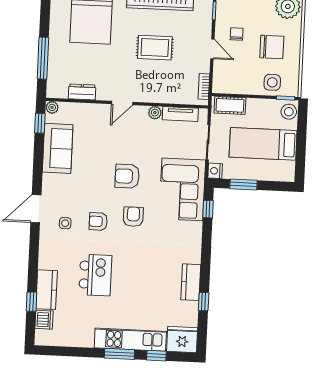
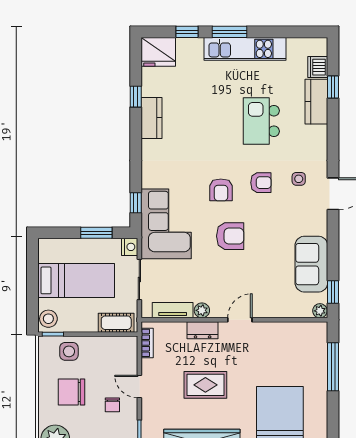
dresser: (82, 92) -> (203, 330), moved
kitchen unit: (130, 340) -> (245, 49), moved

